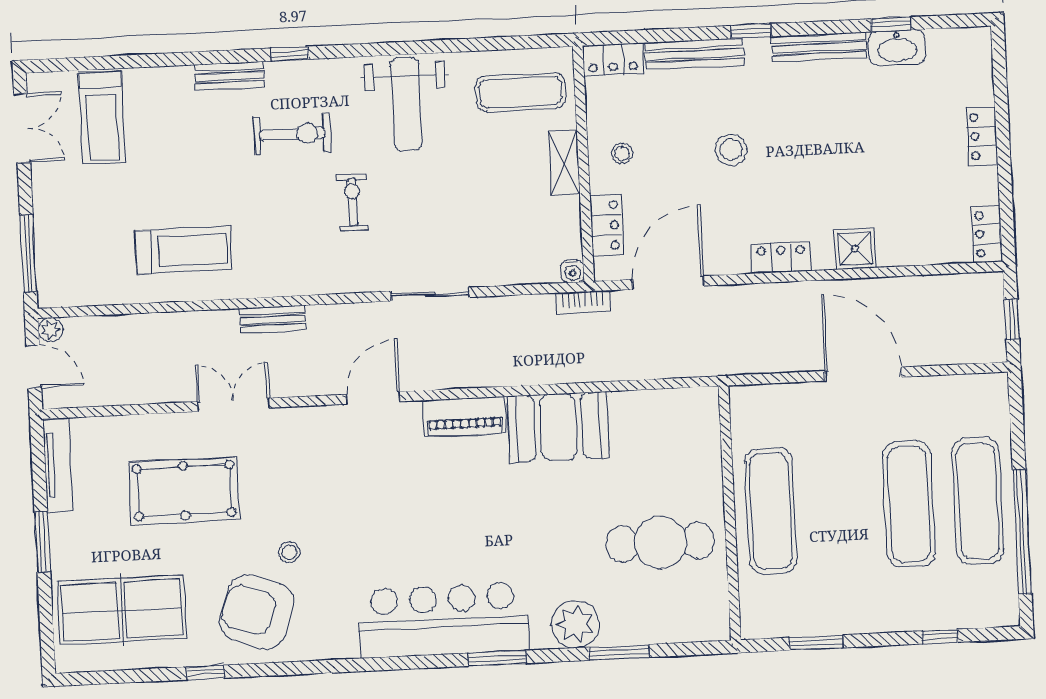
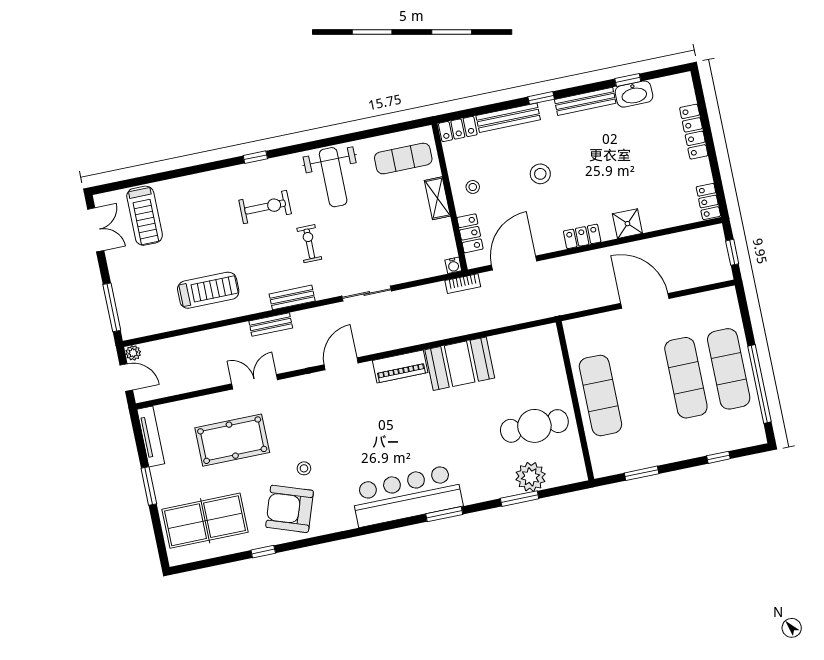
bench: (229, 76) -> (292, 297), moved
locker: (982, 136) -> (694, 132), width x1.53
plant: (575, 624) -> (531, 477), moved

